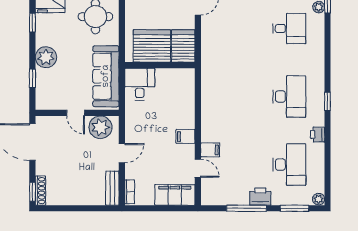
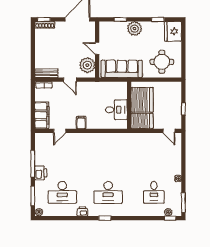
desk: (140, 84) -> (116, 110), moved
door: (76, 113) -> (97, 48), hinge flipped
filing cabinet: (210, 150) -> (72, 139), removed

